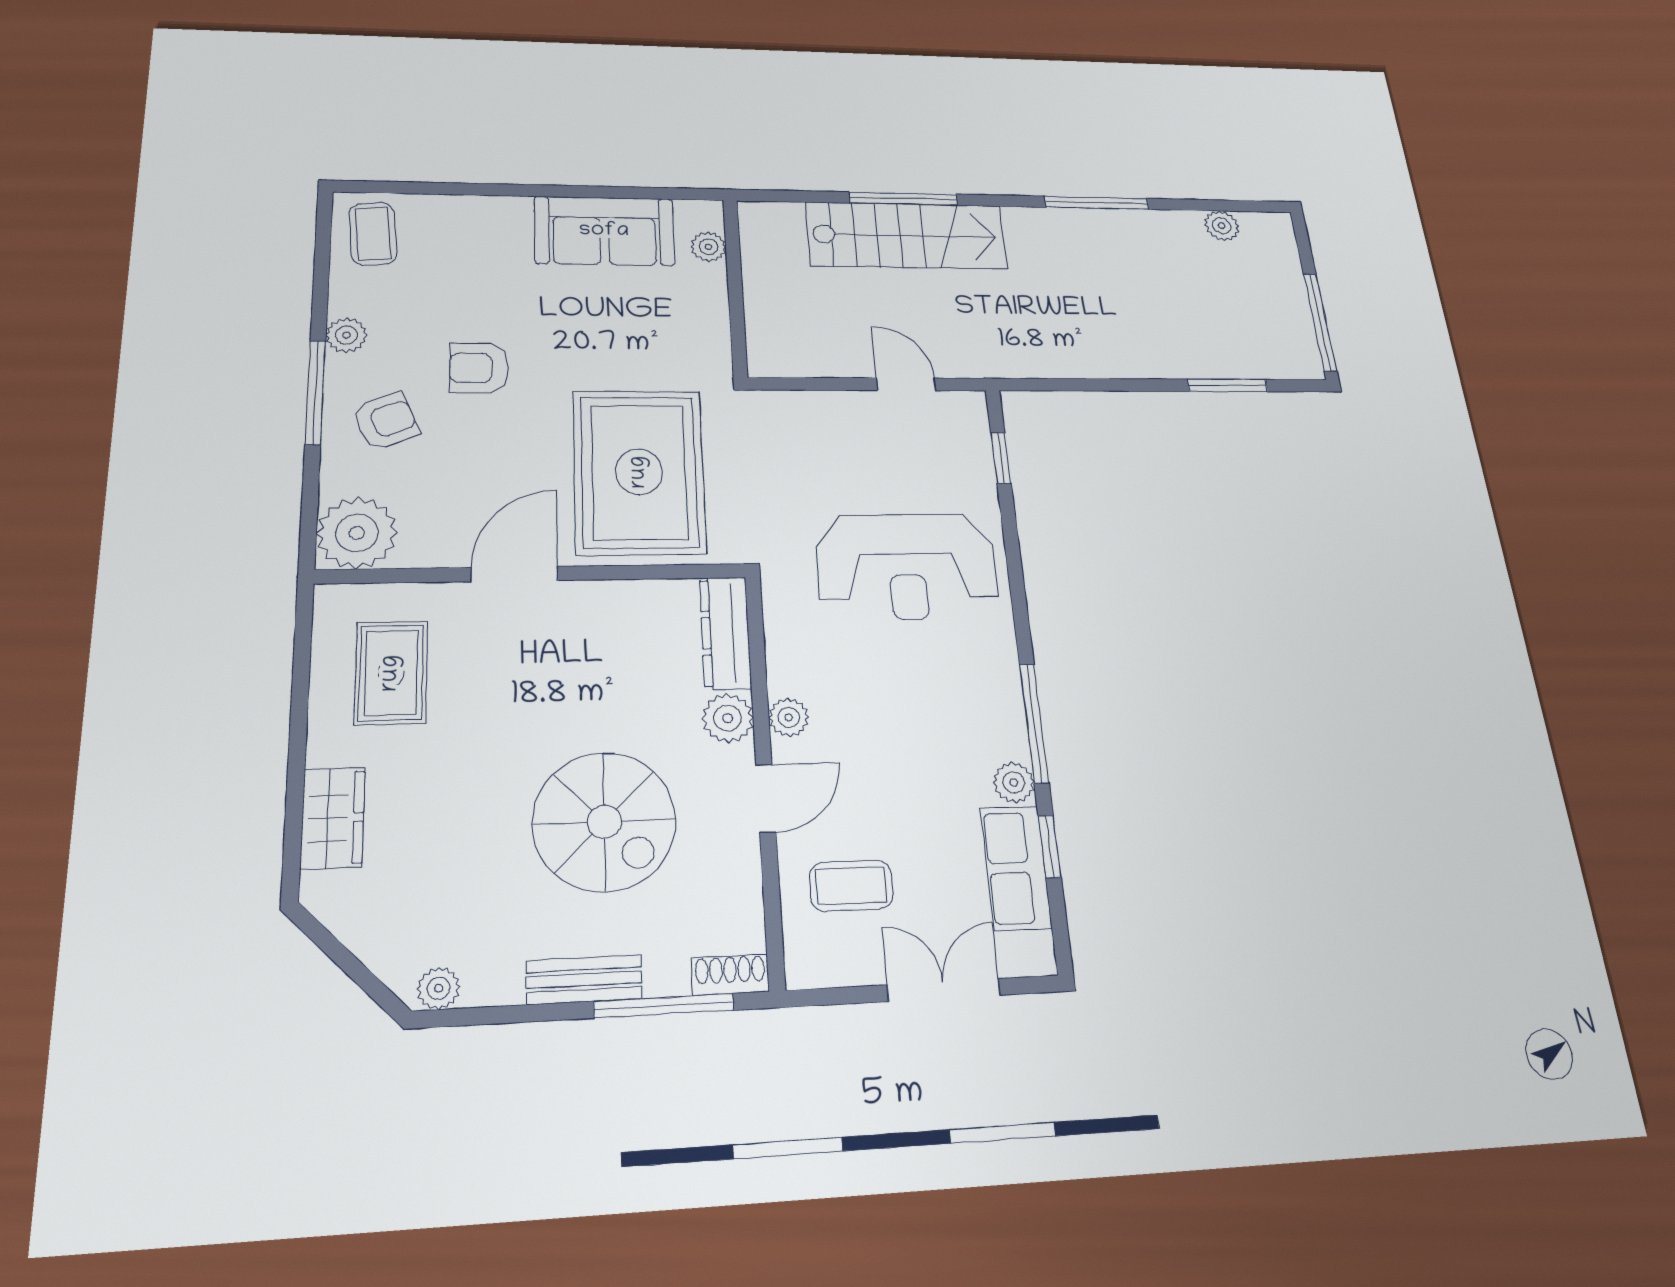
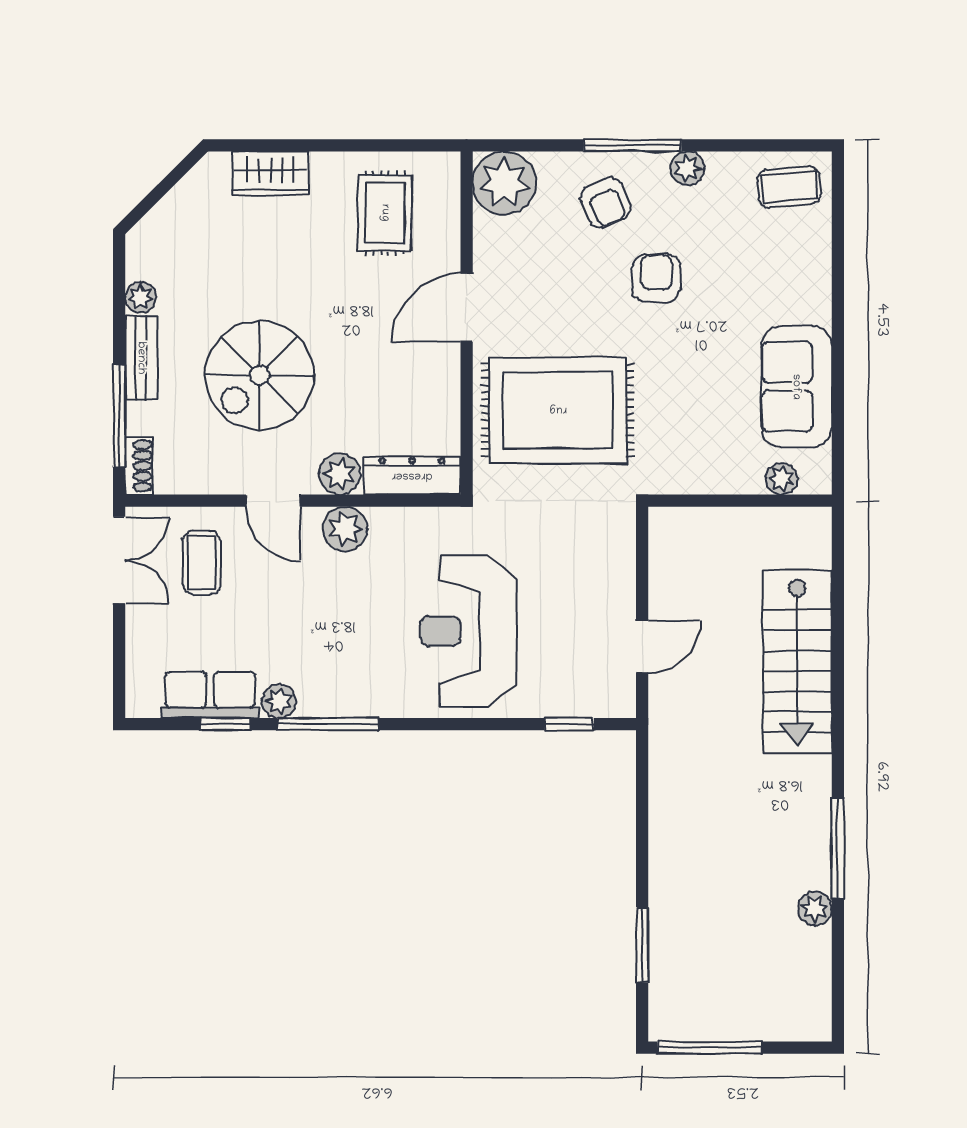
window: (903, 199) -> (838, 662), removed
plant: (1222, 226) -> (815, 908), moved
door: (515, 574) -> (467, 308), swing flipped
rug: (391, 673) -> (385, 213), turned 90
plant: (789, 717) -> (345, 529), width x1.38, depth x1.38
plant: (439, 988) -> (141, 297), moved
double door: (944, 990) -> (119, 560), moved

